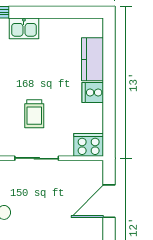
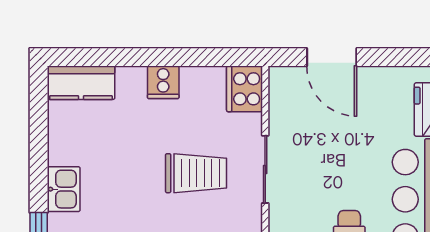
kitchen counter: (93, 59) -> (81, 83), moved
trolley: (34, 114) -> (196, 173), width x1.36, depth x1.39

